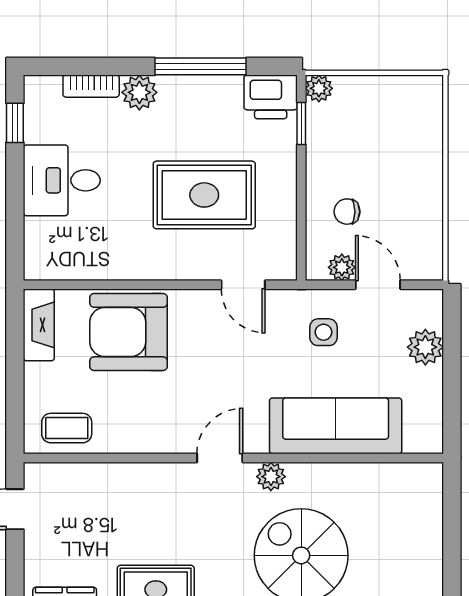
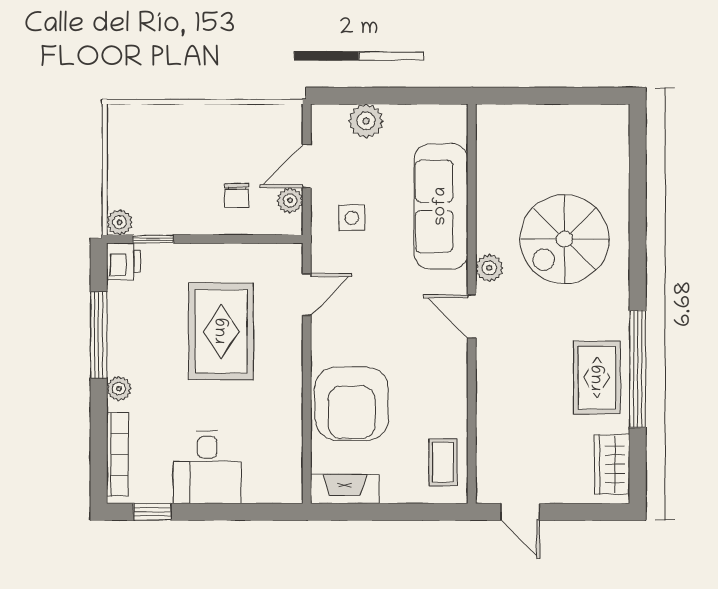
bookcase: (91, 86) -> (117, 454), width x1.56
plant: (139, 92) -> (119, 389), width x0.73, depth x0.73
printer: (271, 97) -> (124, 261), width x0.73, depth x0.81

